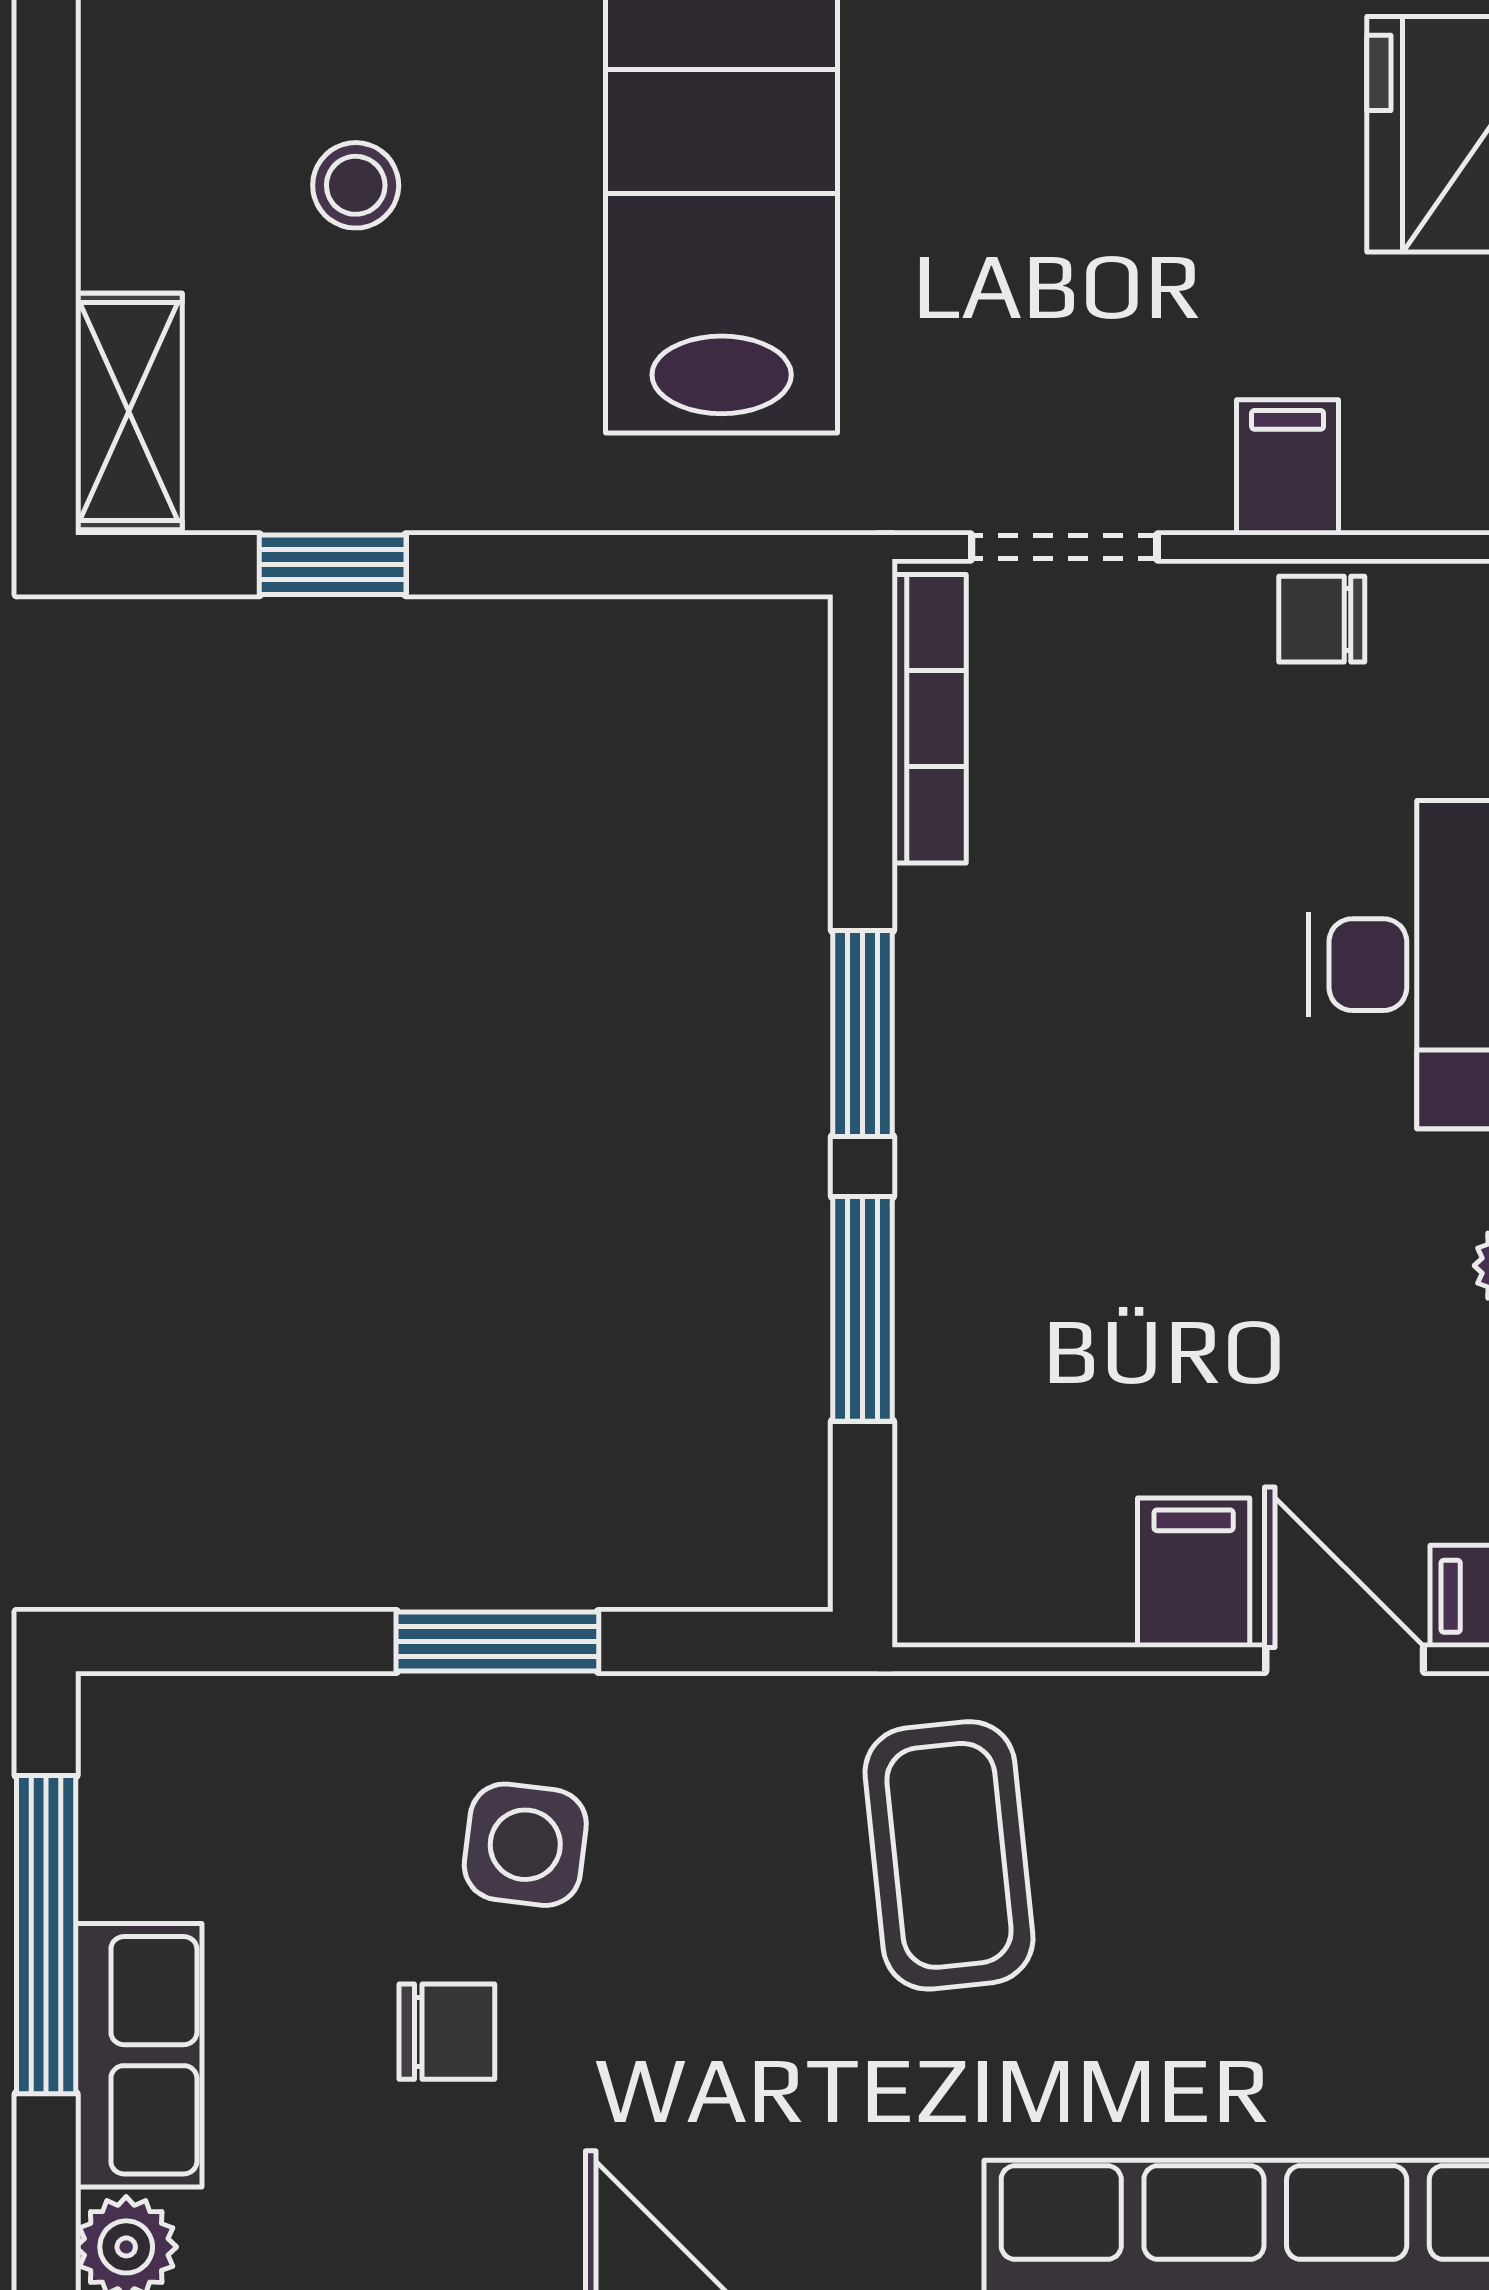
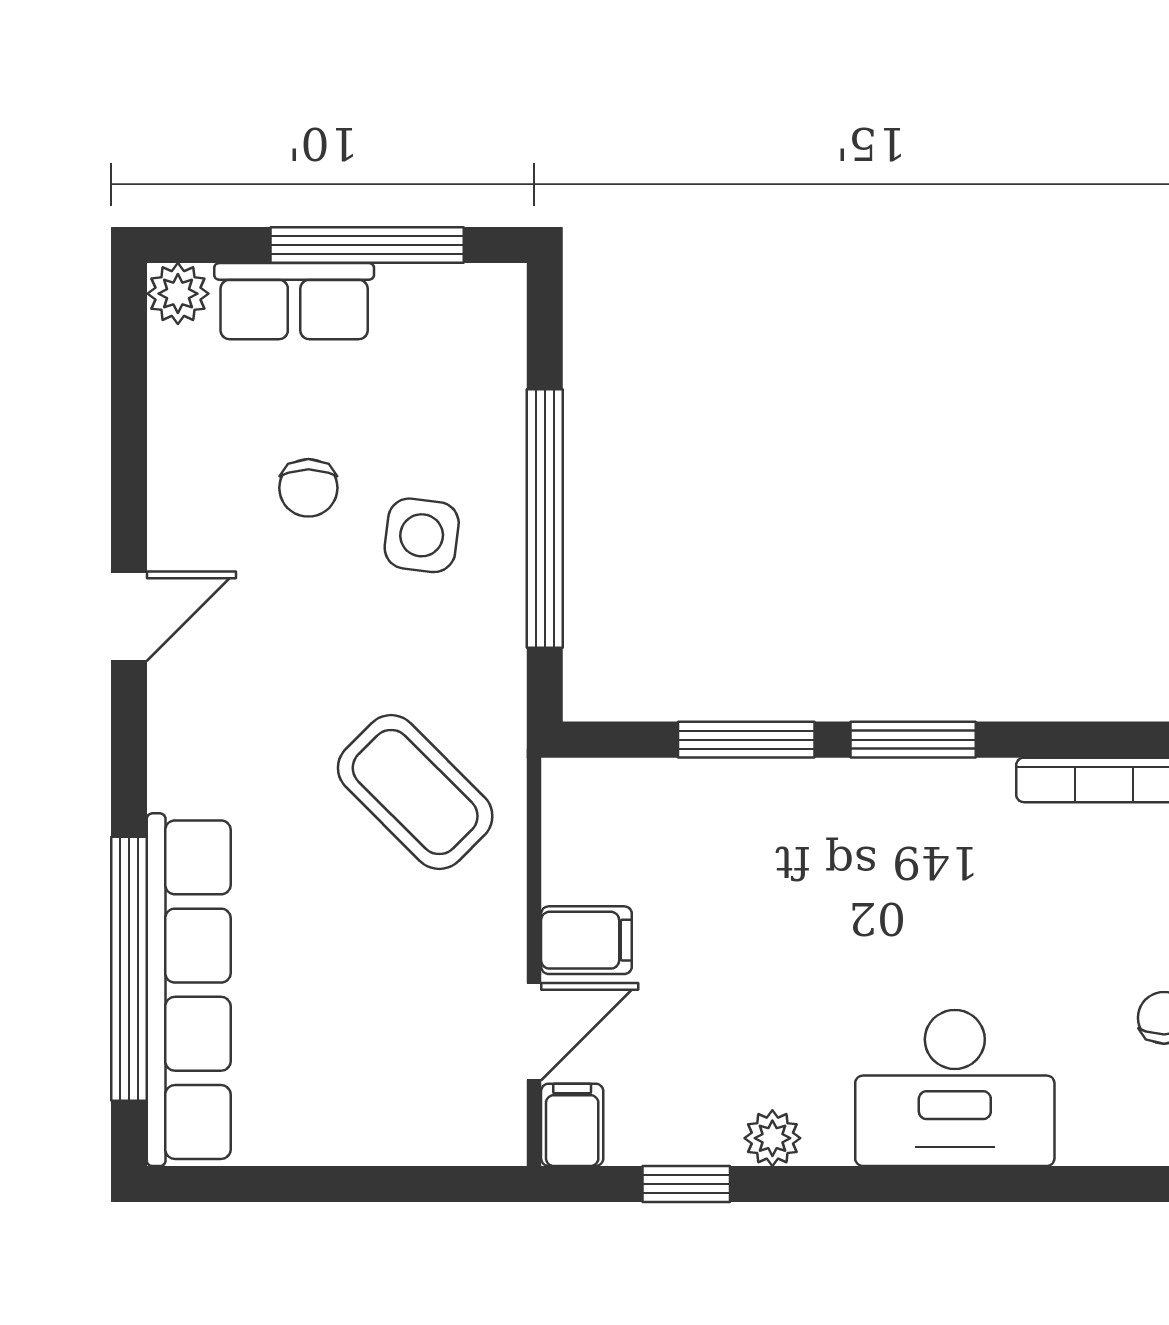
window: (497, 1641) -> (545, 518), width x2.11
coffee table: (949, 1855) -> (415, 792), turned 51

